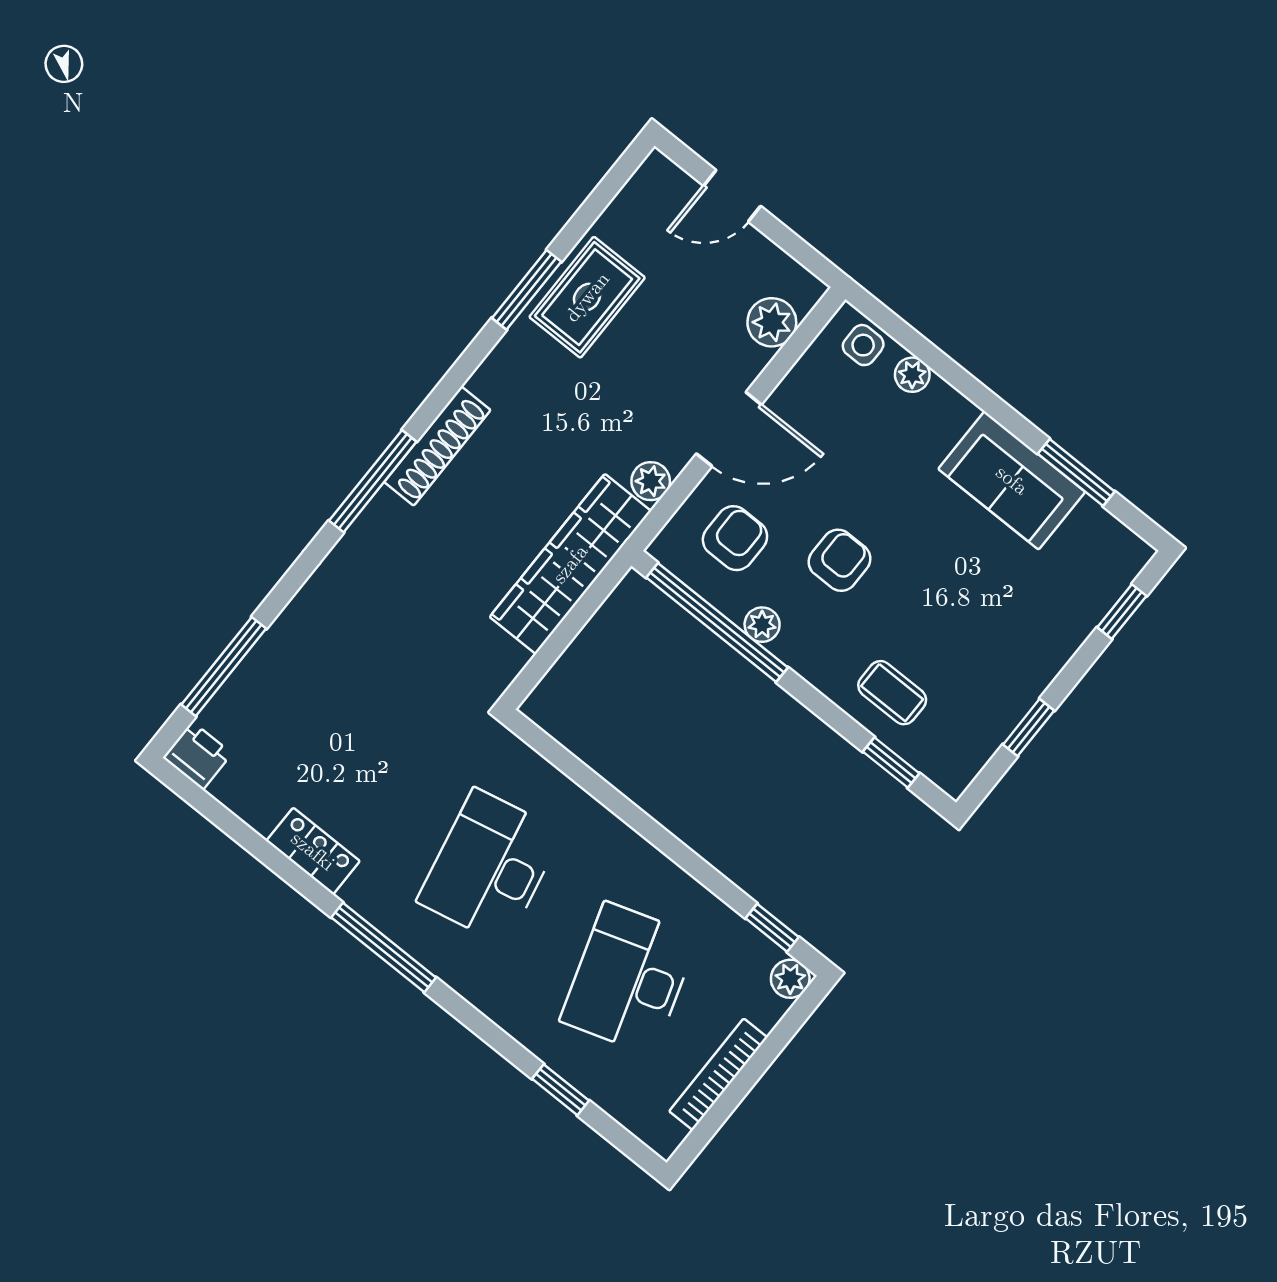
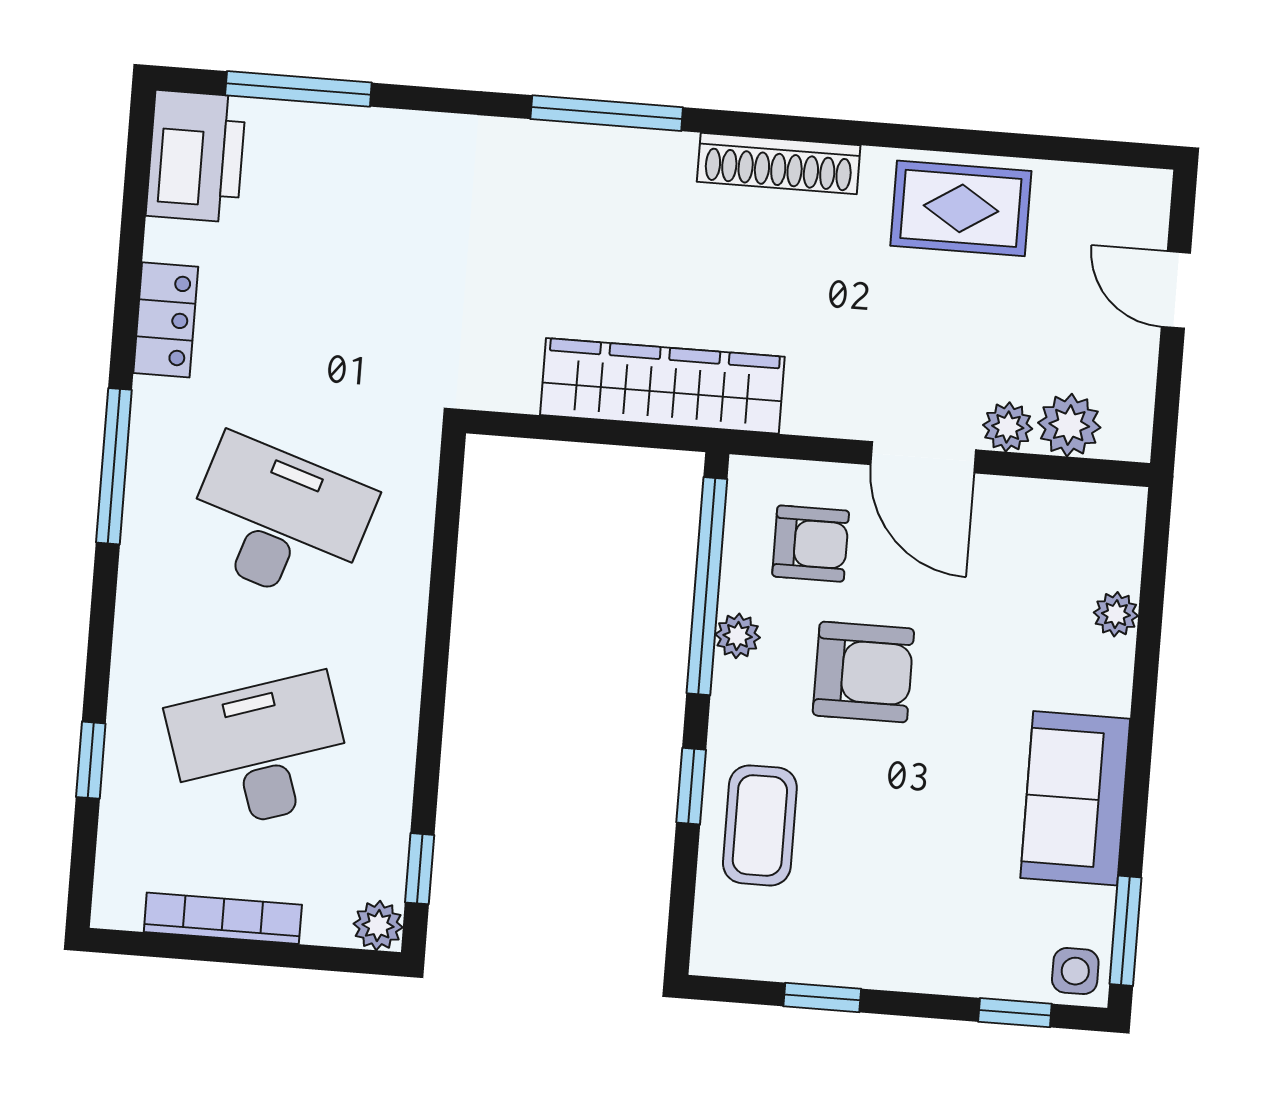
window: (527, 290) -> (925, 138), removed
side table: (863, 345) -> (1075, 971), moved
shoe rack: (437, 446) -> (779, 164), moved
window: (1076, 473) -> (1126, 931), moved
plant: (651, 481) -> (1008, 427), moved
armchair: (840, 560) -> (863, 672), width x1.38, depth x1.38
coffee table: (892, 693) -> (760, 825), width x1.36, depth x1.30
printer: (197, 756) -> (196, 156), width x1.87, depth x1.48
window: (891, 762) -> (691, 786), moved
desk: (490, 867) -> (278, 521), turned 30

